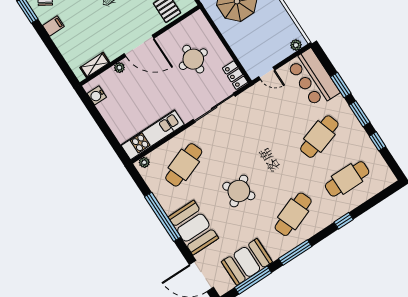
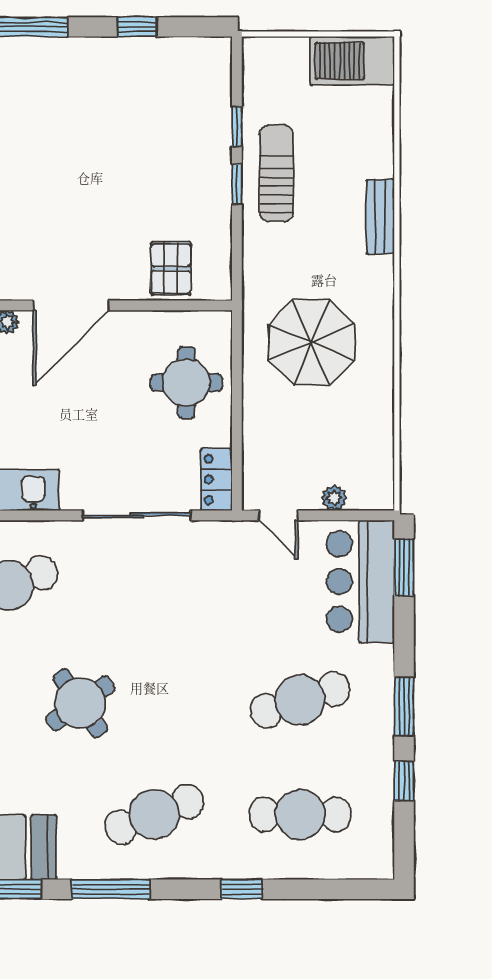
plant: (296, 45) -> (334, 498), moved
door: (139, 46) -> (71, 305), hinge flipped
round table: (193, 59) -> (186, 383), moved
window: (341, 85) -> (404, 567), moved

